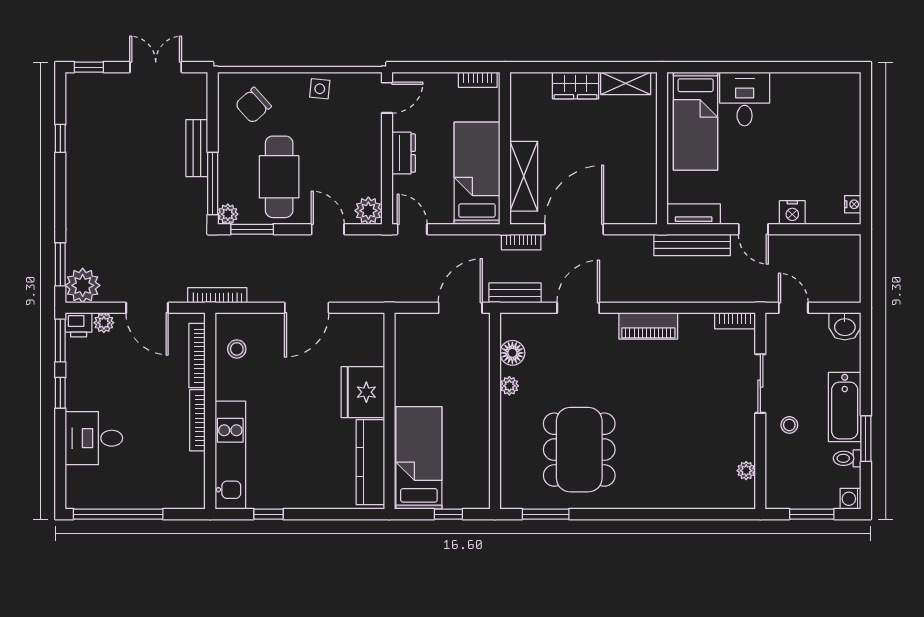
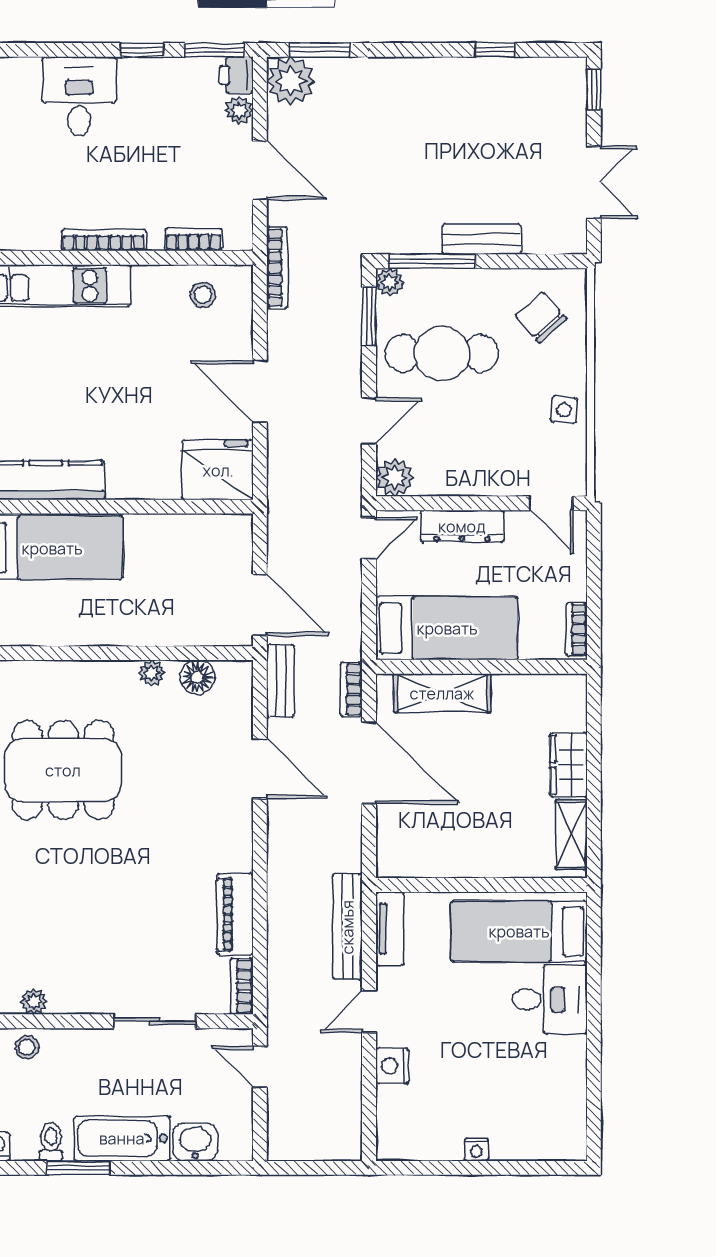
dresser: (404, 153) -> (462, 526), width x1.44
nightstand: (853, 204) -> (477, 1150), moved
door: (147, 308) -> (260, 170), swing flipped
door: (793, 308) -> (260, 1067), swing flipped
piano: (648, 326) -> (235, 914), moved
washbasin: (845, 326) -> (195, 1142), moved, turned 90
bookcase: (197, 356) -> (194, 240), width x0.64
fridge: (363, 392) -> (218, 470), moved
stool: (789, 425) -> (27, 1047), moved

